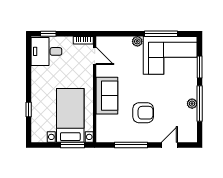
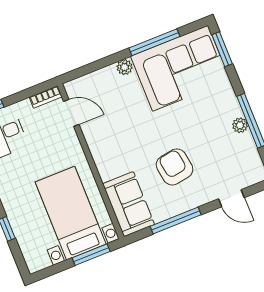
window: (200, 67) -> (222, 49), moved
sofa: (107, 96) -> (129, 204), moved
armchair: (143, 113) -> (175, 167), turned -99
door: (169, 145) -> (231, 198), swing flipped

